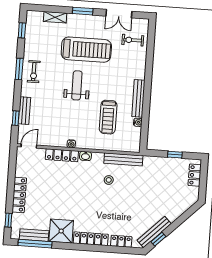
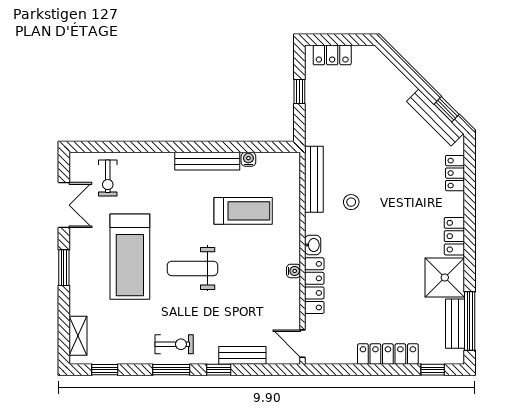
shelving: (55, 17) -> (78, 336), moved
treadmill: (86, 50) -> (130, 257), turned 180
window: (16, 118) -> (219, 370), moved
locker: (91, 239) -> (454, 236), width x0.66

